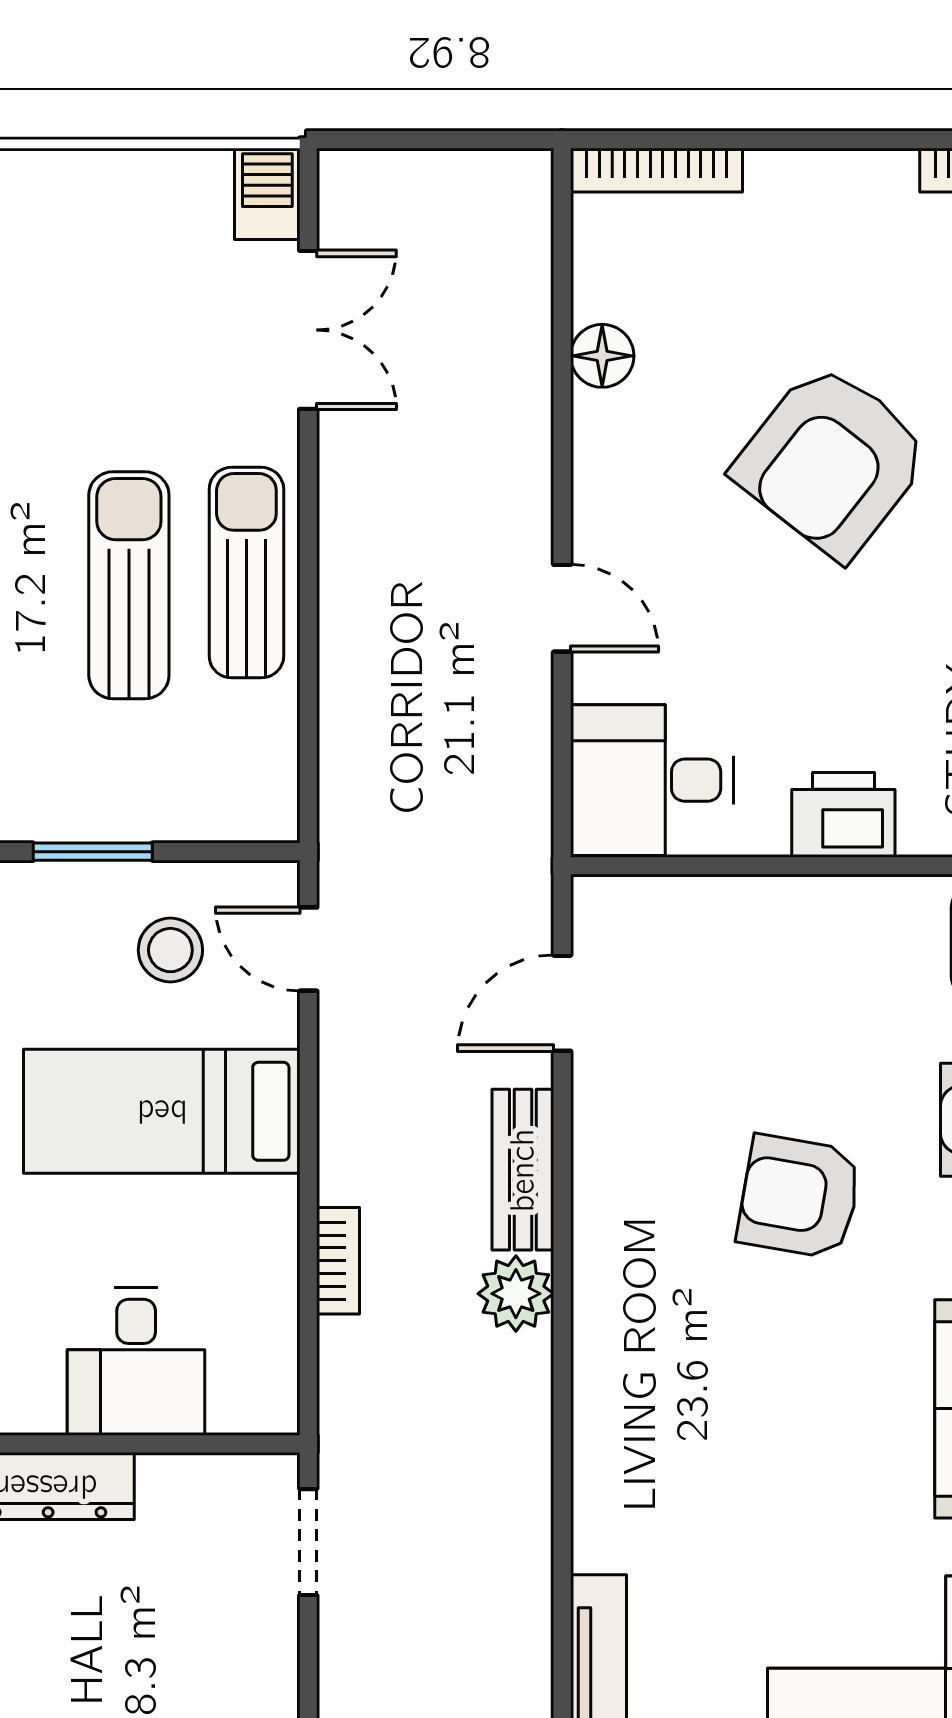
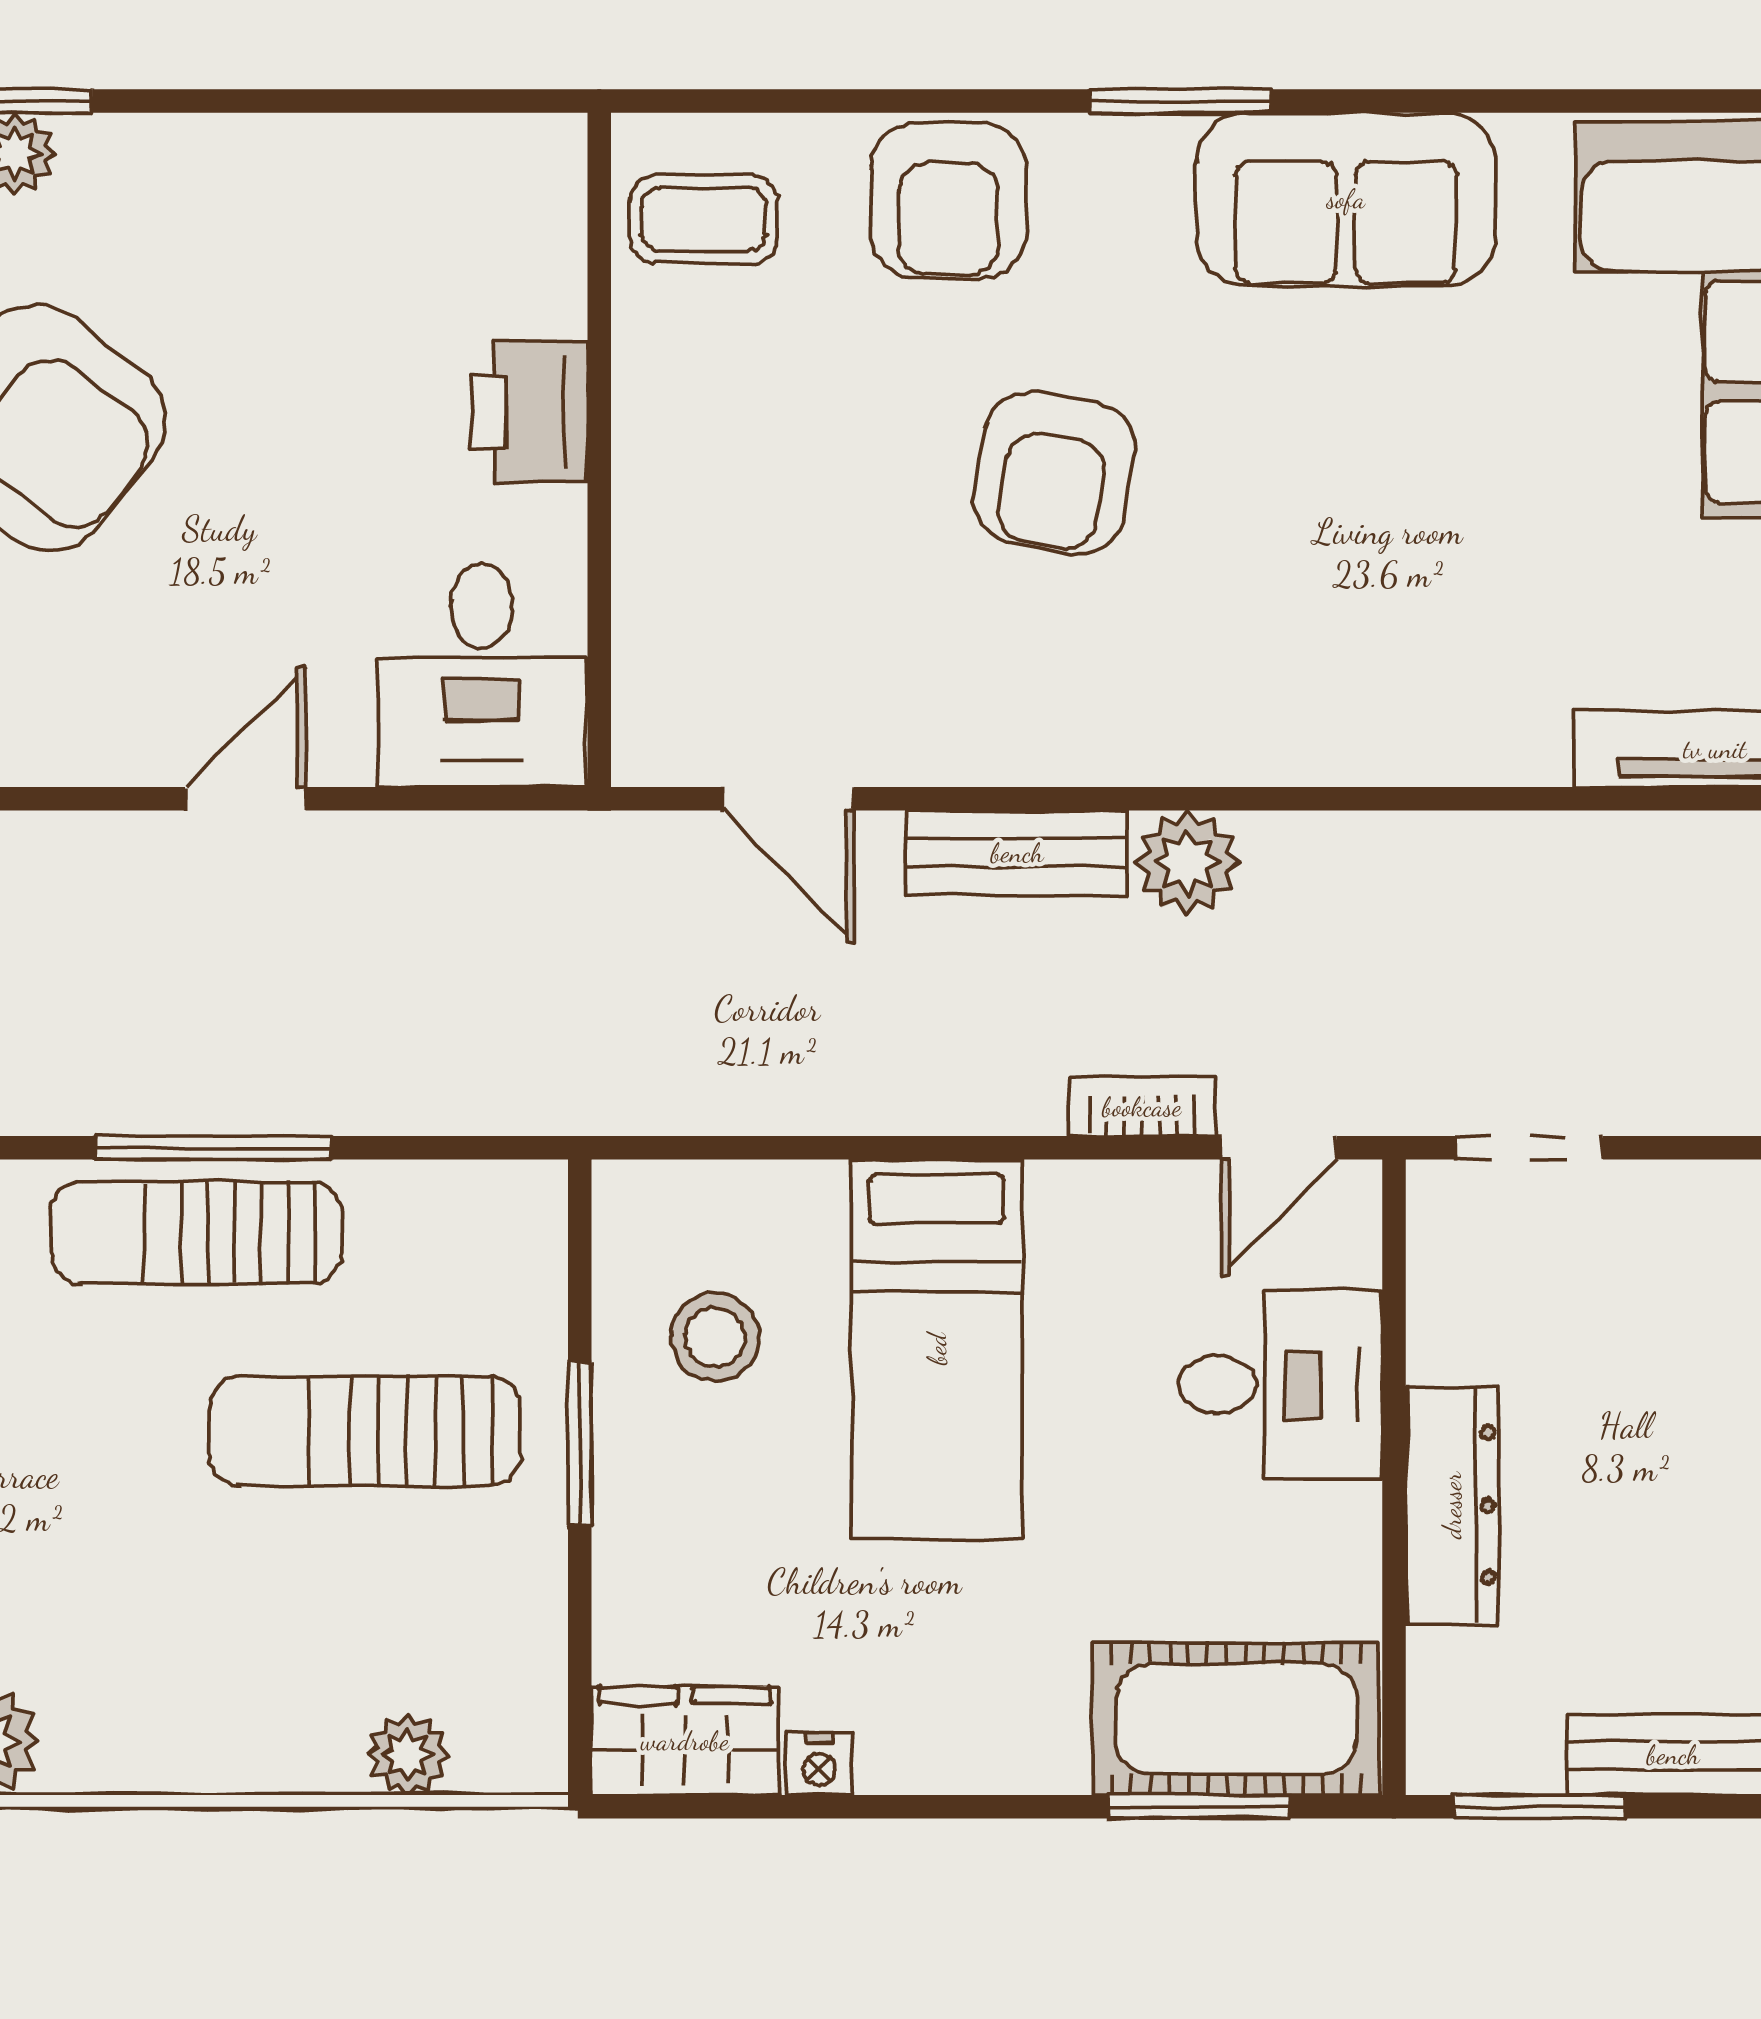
sun lounger: (129, 585) -> (365, 1431), moved
window: (308, 585) -> (213, 1148), added
door: (308, 949) -> (1279, 1148), moved

